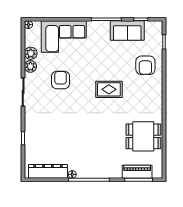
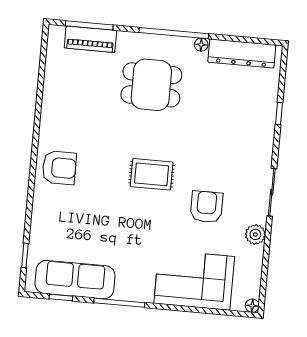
sofa: (127, 30) -> (75, 280), width x1.36
plant: (31, 53) -> (253, 257), removed
armchair: (145, 65) -> (59, 168), moved, turned 90
armchair: (60, 80) -> (206, 207), turned 180
rug: (109, 89) -> (152, 174), moved
dining table: (143, 136) -> (151, 85), moved

